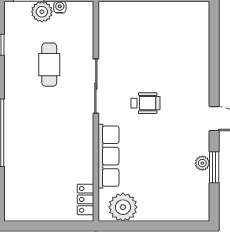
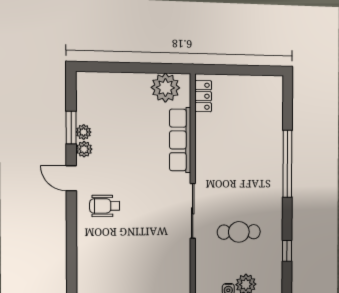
cafe table: (49, 65) -> (239, 232), turned 90
wheelchair: (145, 103) -> (105, 206), moved
plant: (202, 147) -> (84, 149), added

